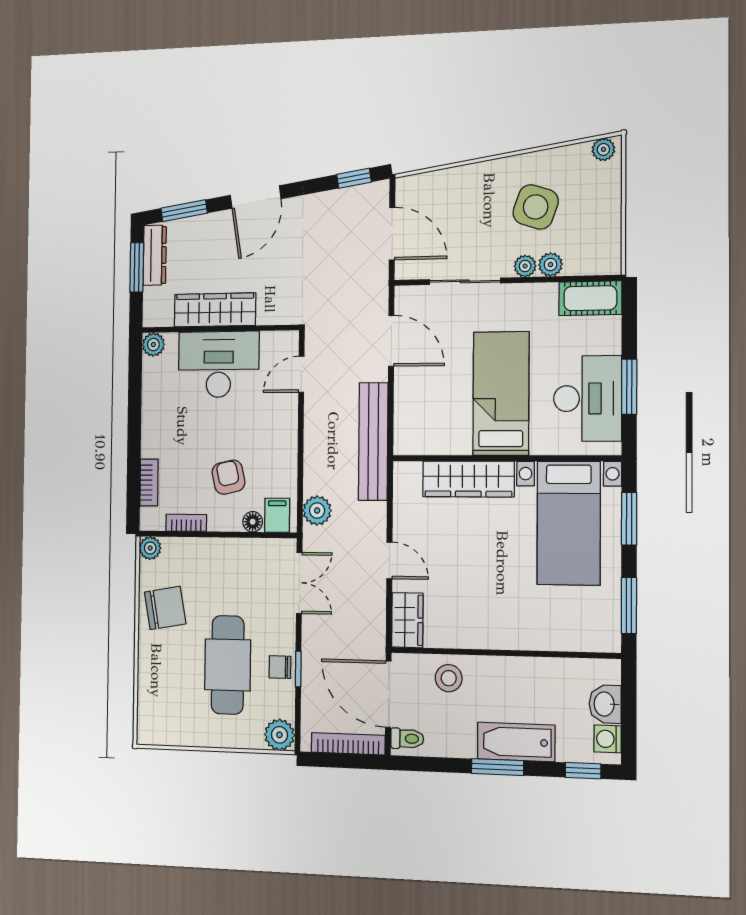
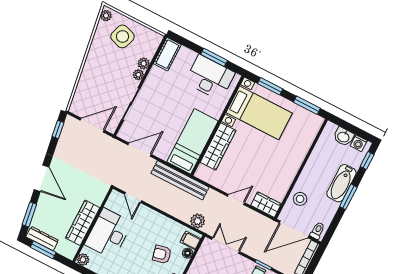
side table: (536, 207) -> (122, 36), moved
bed: (501, 394) -> (192, 141), moved, turned 90

